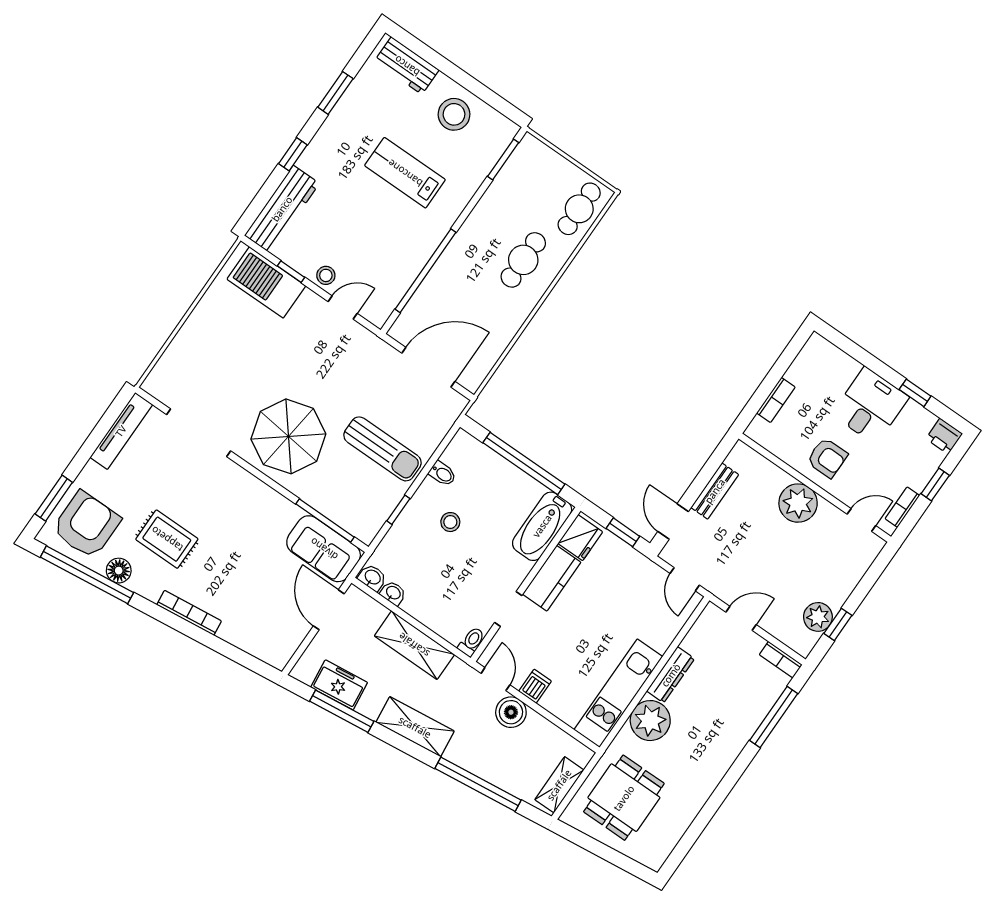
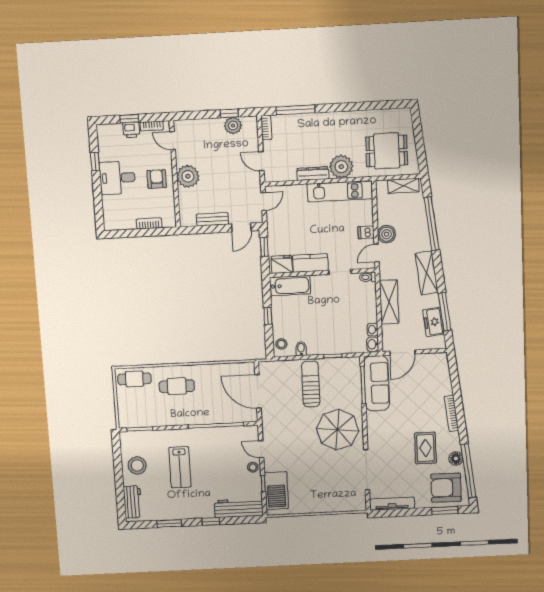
printer: (944, 436) -> (131, 130), moved, turned 90
window: (524, 463) -> (268, 316), width x0.32
stool: (450, 522) -> (281, 344), moved
sofa: (324, 549) -> (377, 383), width x1.36

